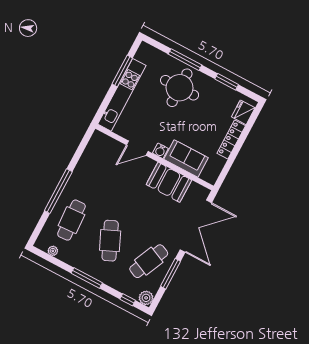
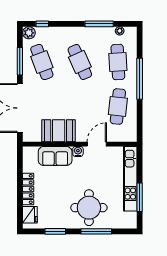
cafe table: (95, 175) -> (118, 106), added
cafe table: (149, 261) -> (42, 62), turned -45
window: (87, 278) -> (99, 24), moved

